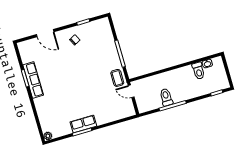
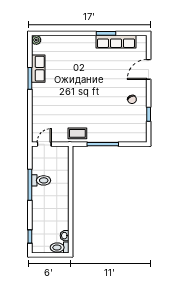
toilet: (198, 71) -> (60, 247), moved
row of seats: (33, 80) -> (116, 42), moved
door: (131, 91) -> (44, 144), moved
row of seats: (83, 124) -> (38, 69), moved

